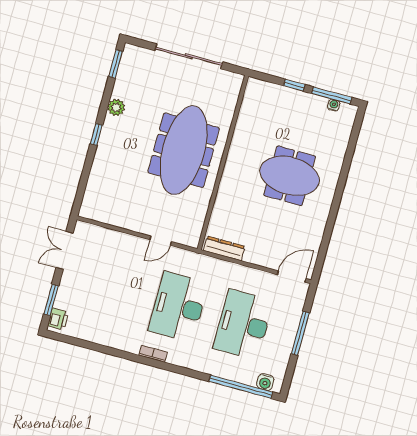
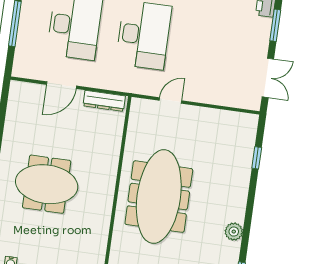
window: (96, 134) -> (257, 158), moved
door: (292, 277) -> (61, 85), moved

